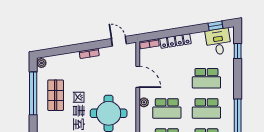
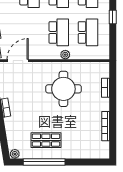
door: (138, 77) -> (18, 61), moved
plant: (144, 102) -> (65, 55), moved

